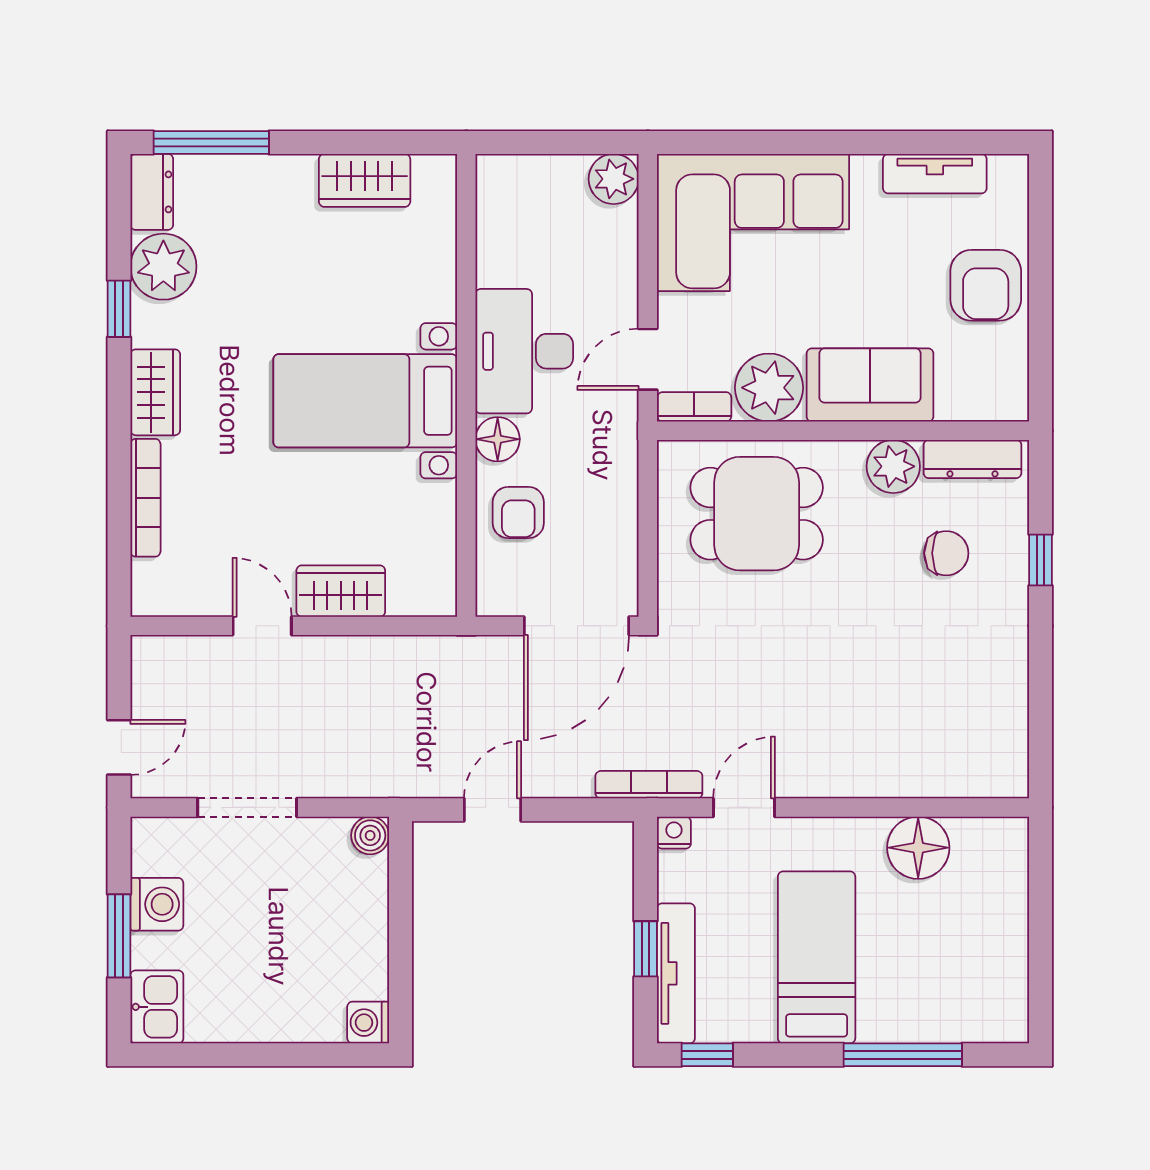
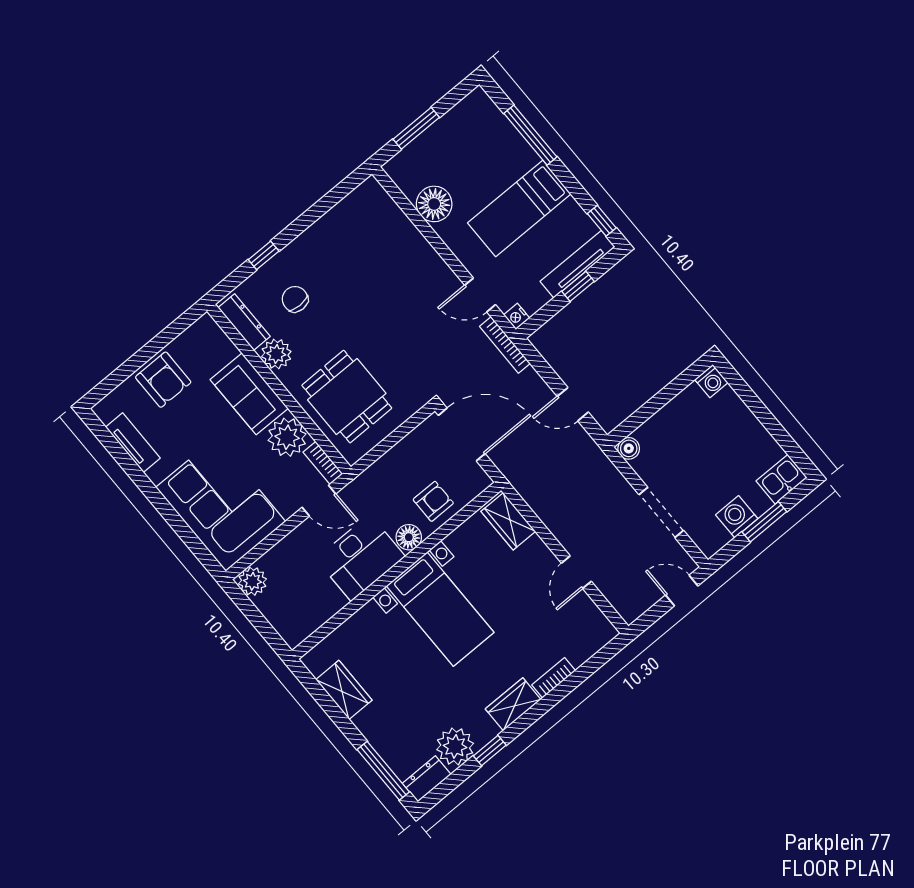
armchair: (986, 285) -> (163, 380), turned 90
bookcase: (145, 498) -> (554, 678), width x0.64
wardrobe: (341, 591) -> (508, 521), moved
window: (1040, 908) -> (416, 128), added

